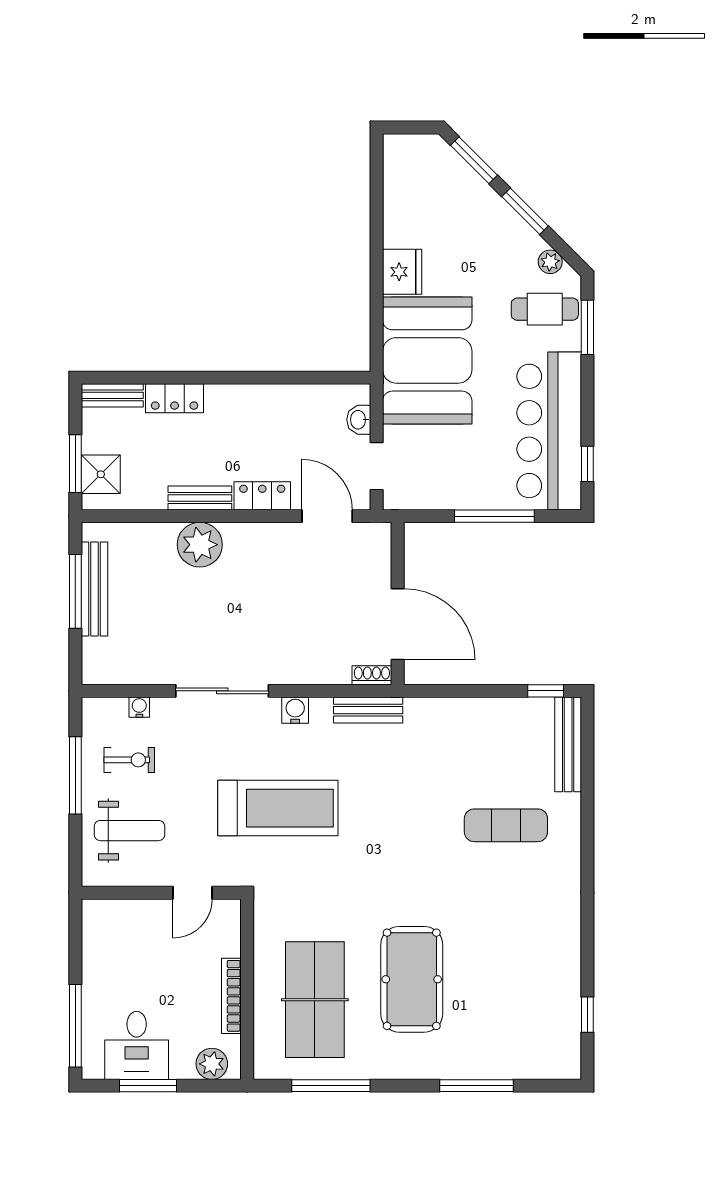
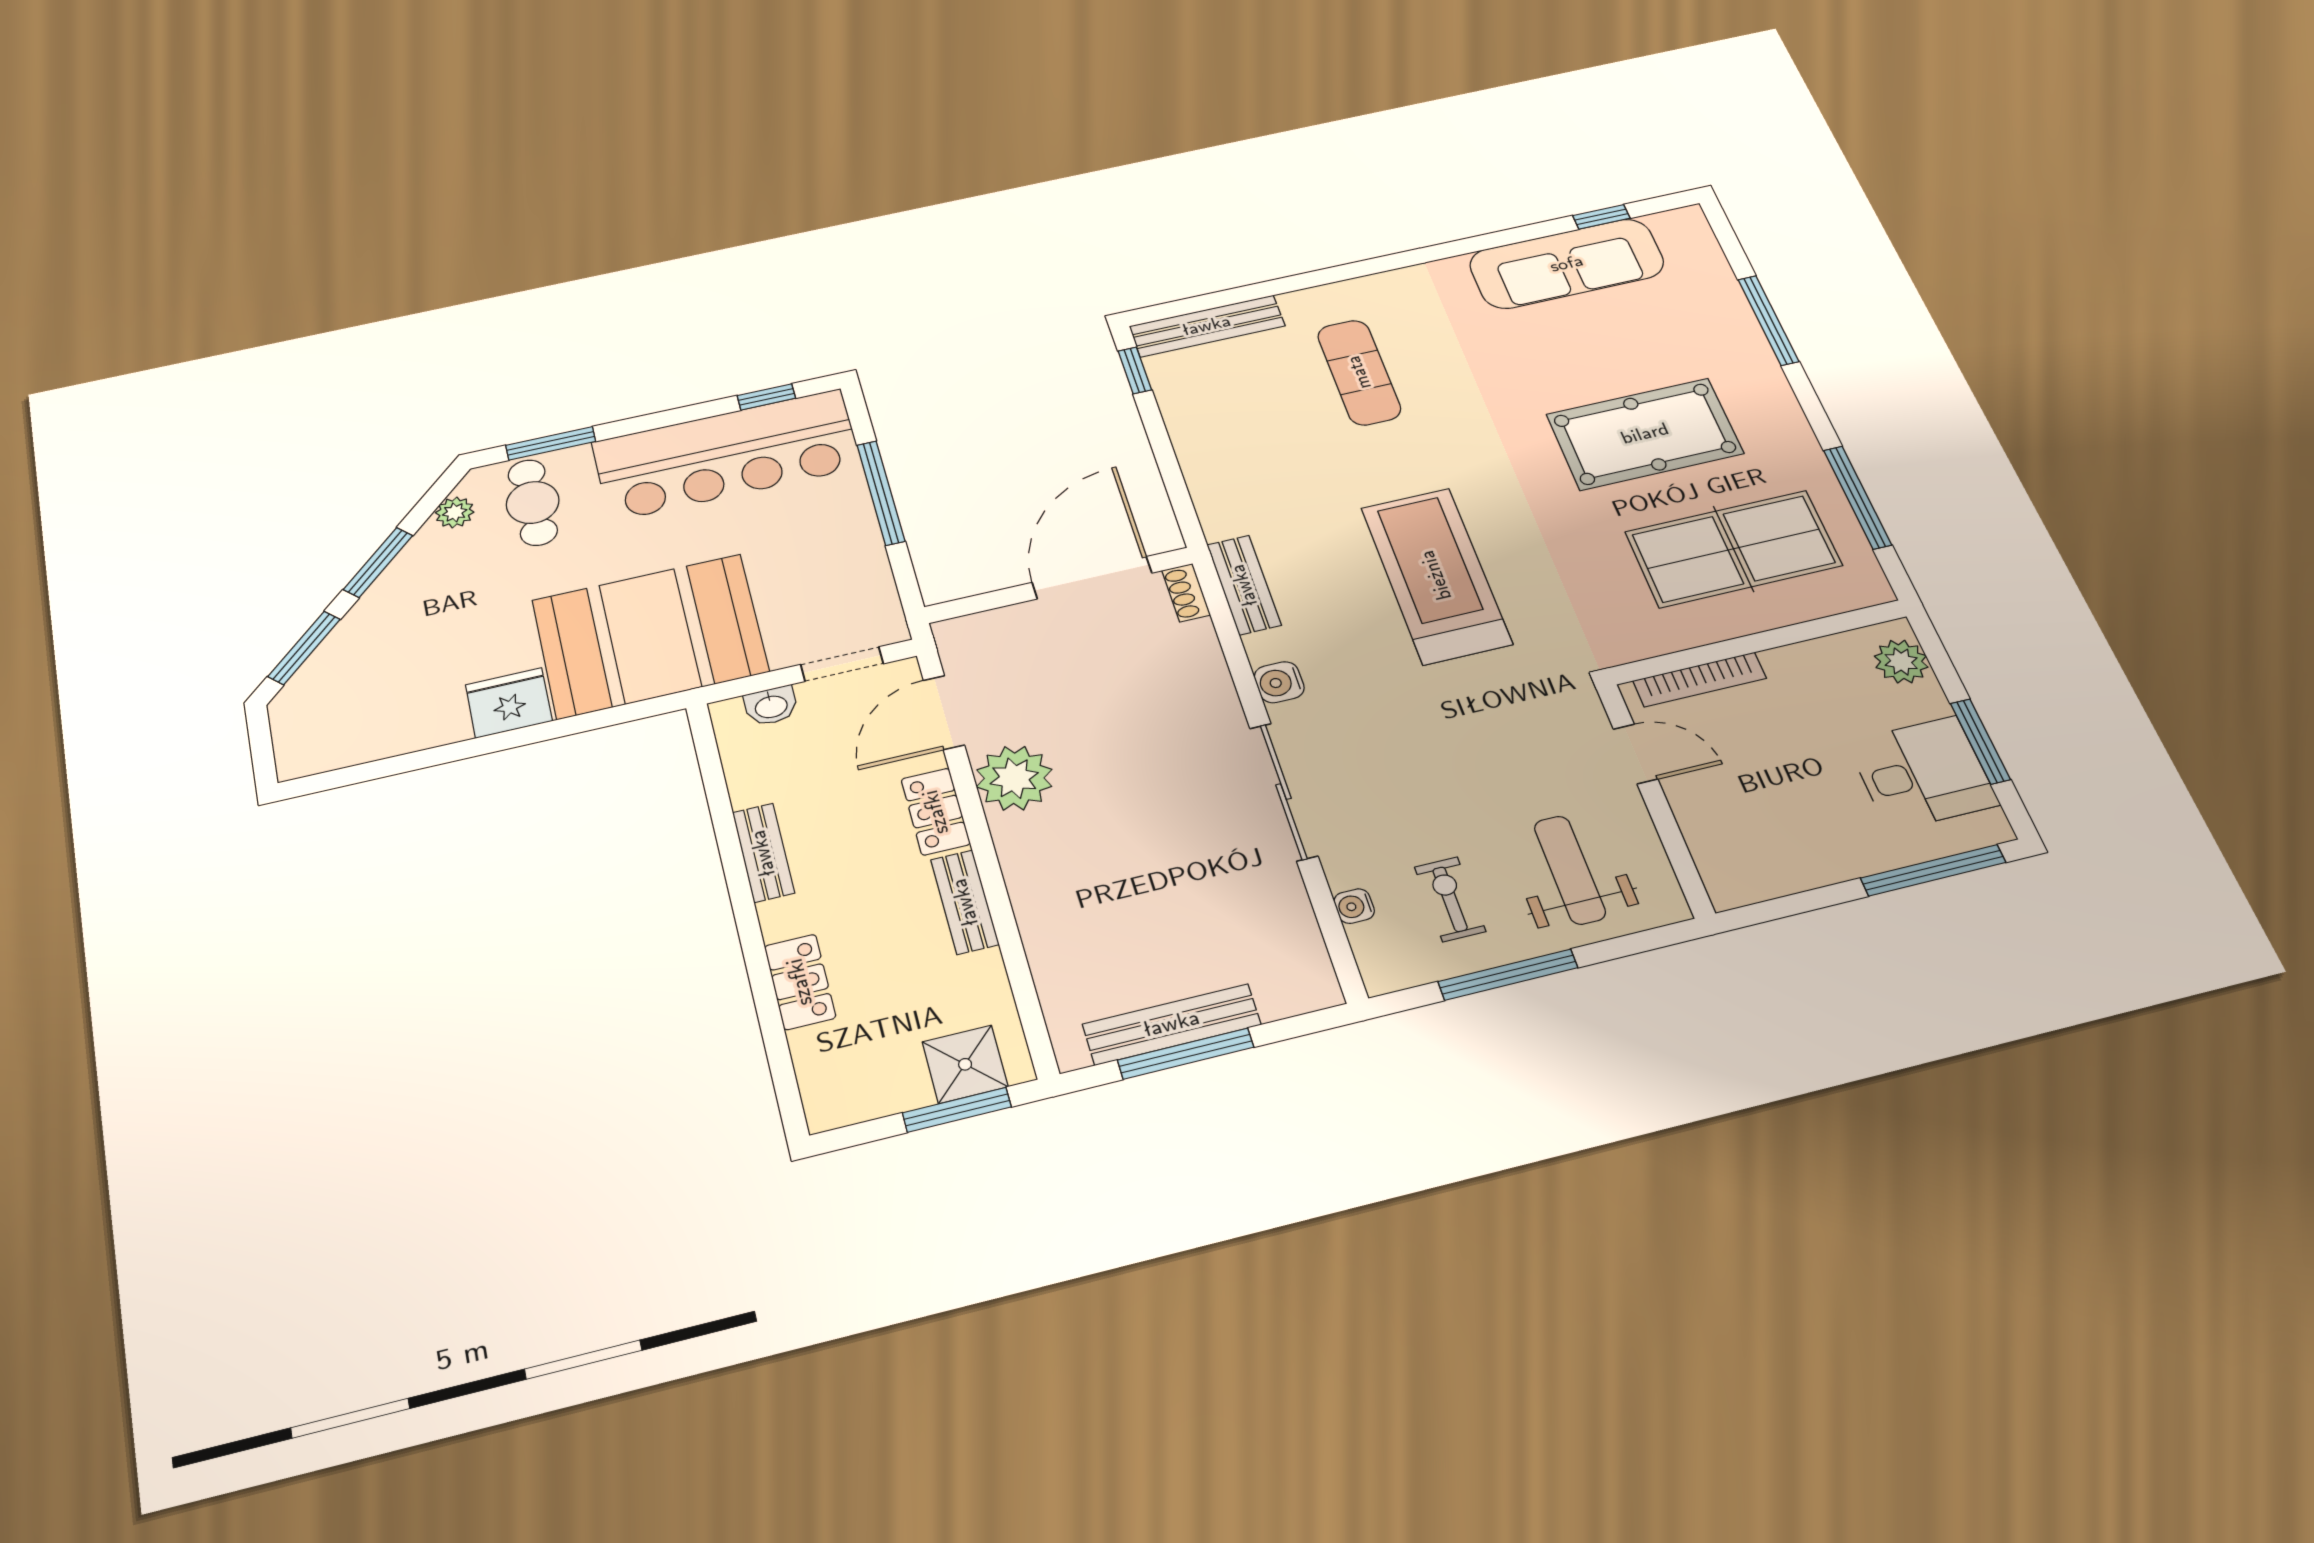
bench: (112, 395) -> (763, 853), moved
plant: (200, 545) -> (1014, 778), moved
treadmill: (278, 808) -> (1436, 575), moved
sofa: (556, 980) -> (1567, 264), added
bookcase: (231, 996) -> (1700, 679), moved

